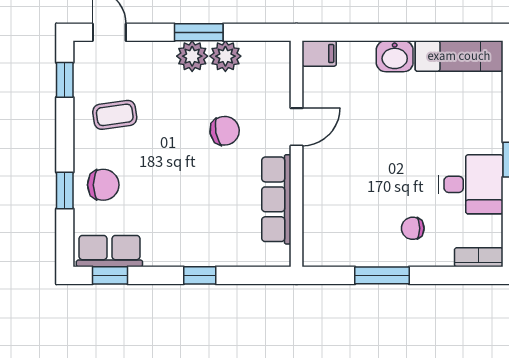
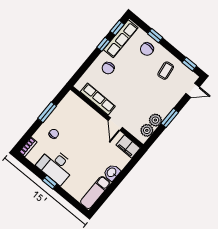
filing cabinet: (319, 54) -> (128, 147), width x2.00
plant: (192, 56) -> (147, 130), moved
chair: (225, 131) -> (108, 68), moved
desk: (471, 184) -> (56, 166), width x1.37
row of seats: (109, 251) -> (121, 39), width x1.48
window: (200, 275) -> (103, 44), moved

